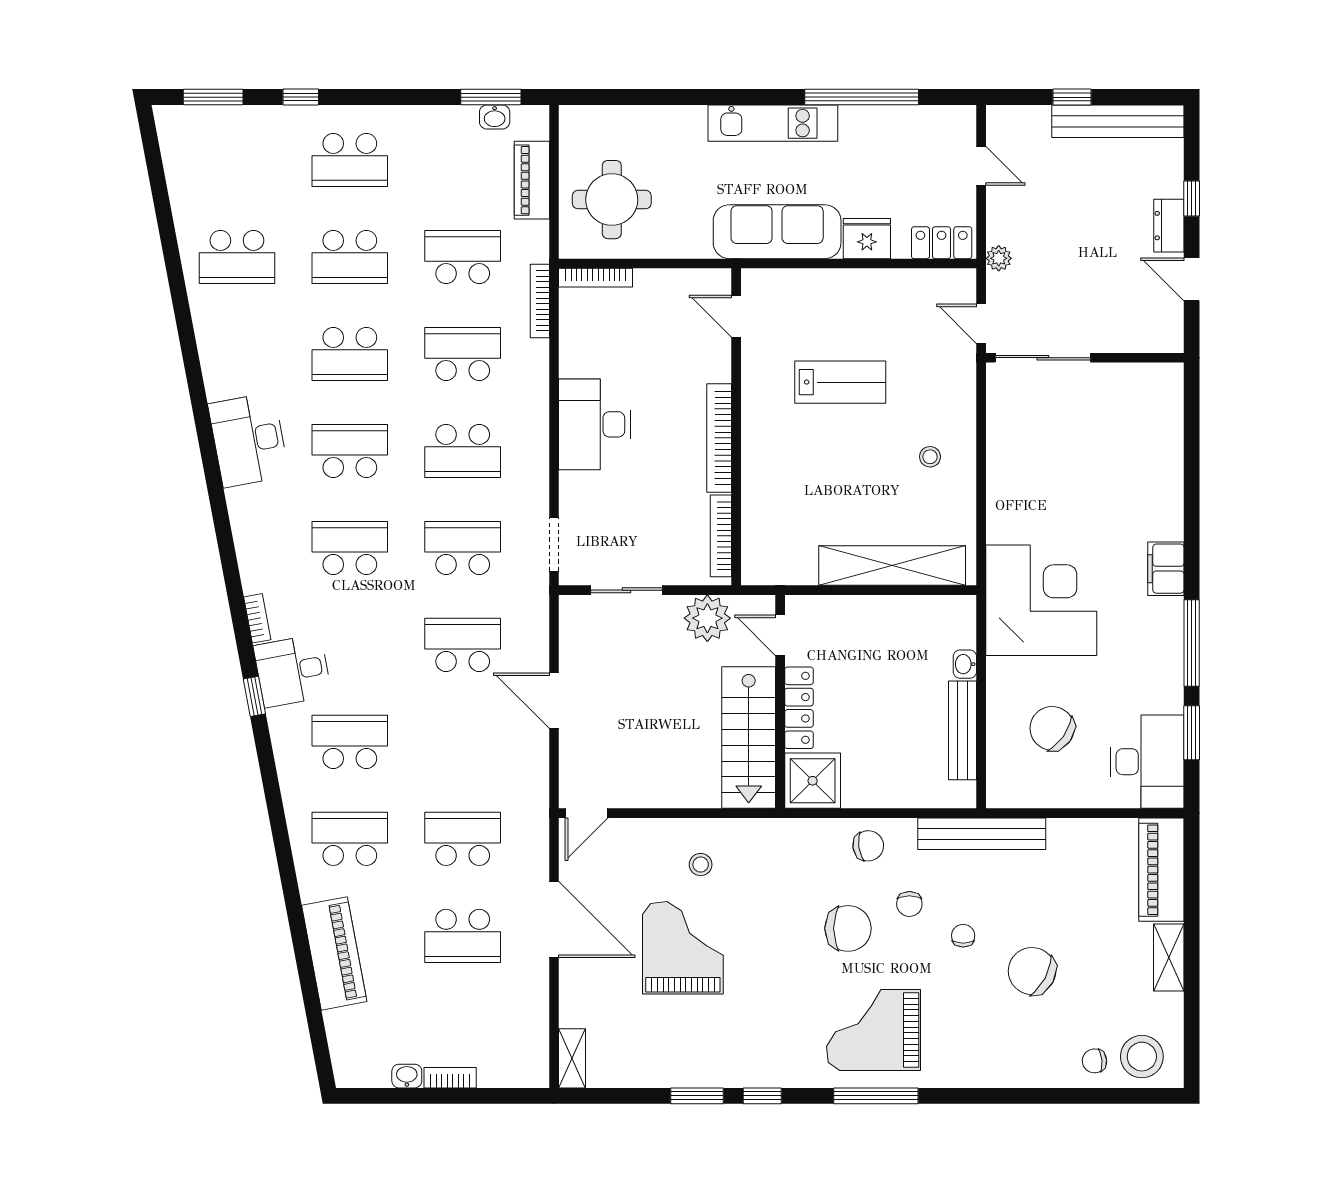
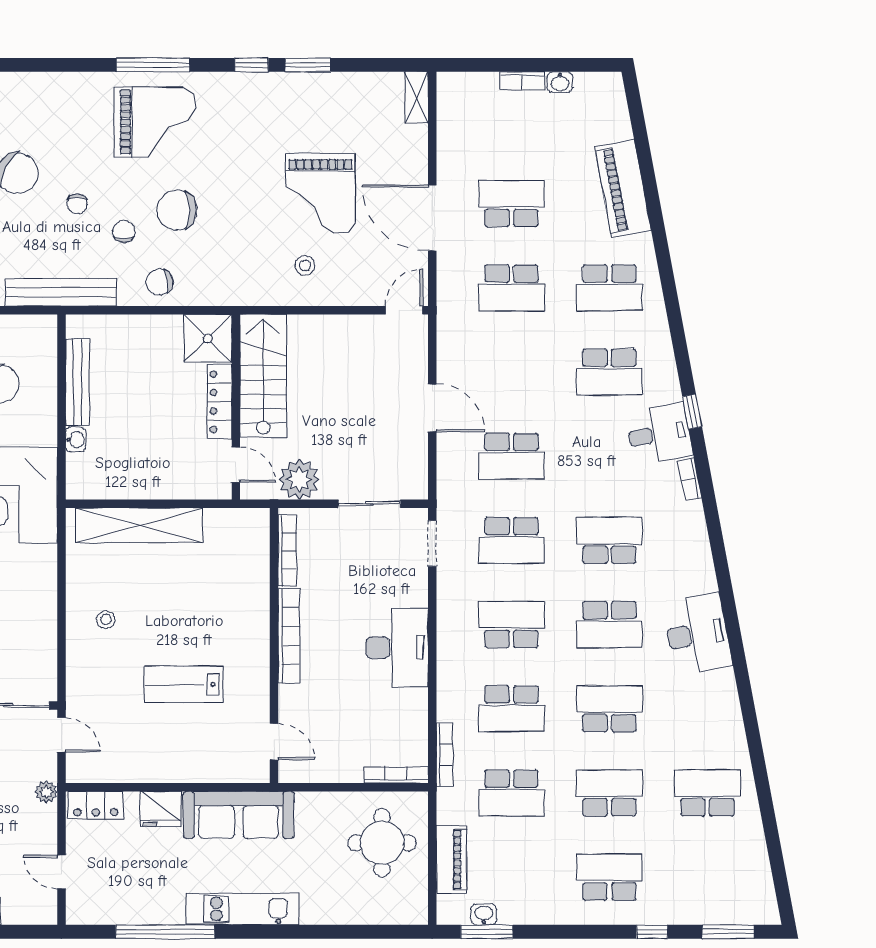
school desk: (350, 548) -> (609, 540), turned 180

